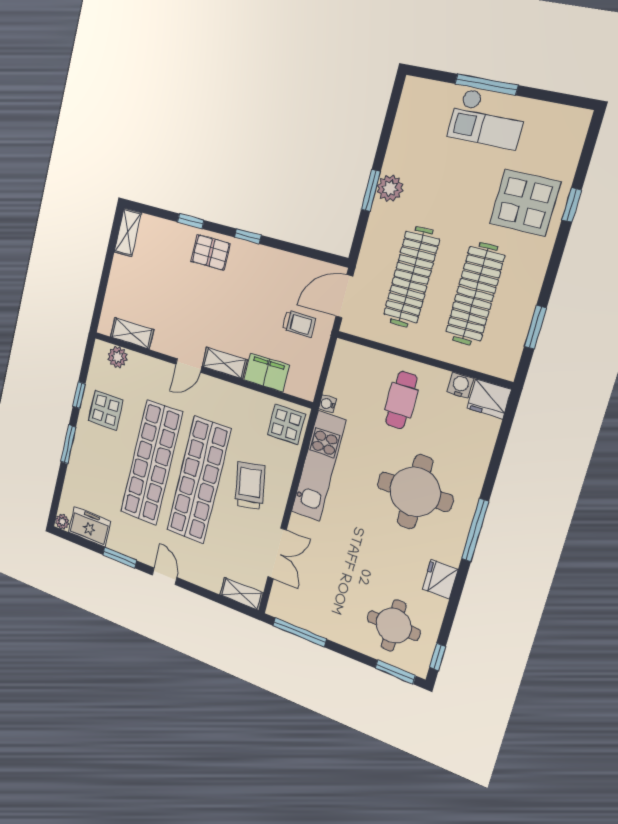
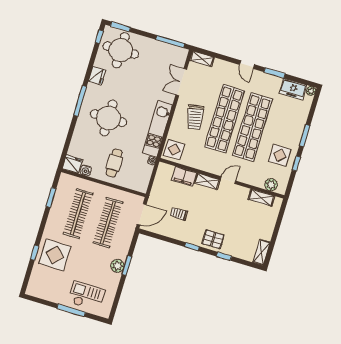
checkout: (487, 119) -> (86, 296), moved
trolley: (299, 324) -> (179, 214), moved
round table: (394, 625) -> (121, 50), width x1.36, depth x1.36

